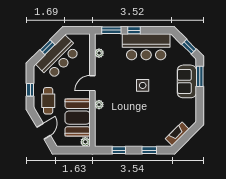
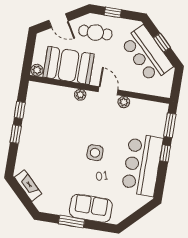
window: (189, 47) -> (134, 218), removed
plant: (99, 53) -> (124, 102), moved
window: (200, 76) -> (72, 222), moved
window: (149, 150) -> (16, 134), moved

